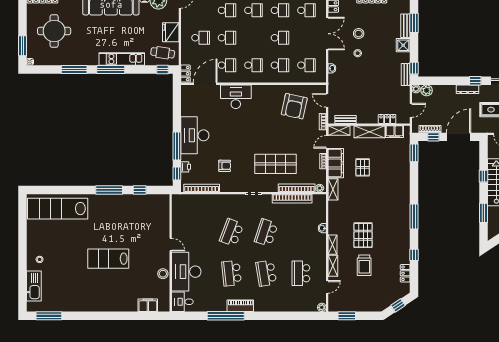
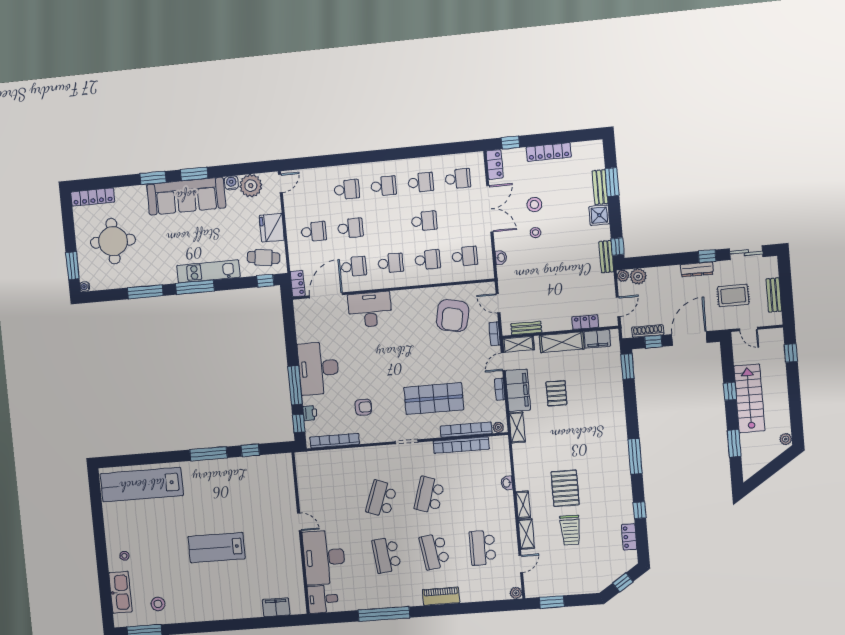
stool: (163, 274) -> (158, 604), moved
piano: (240, 306) -> (441, 596), moved

